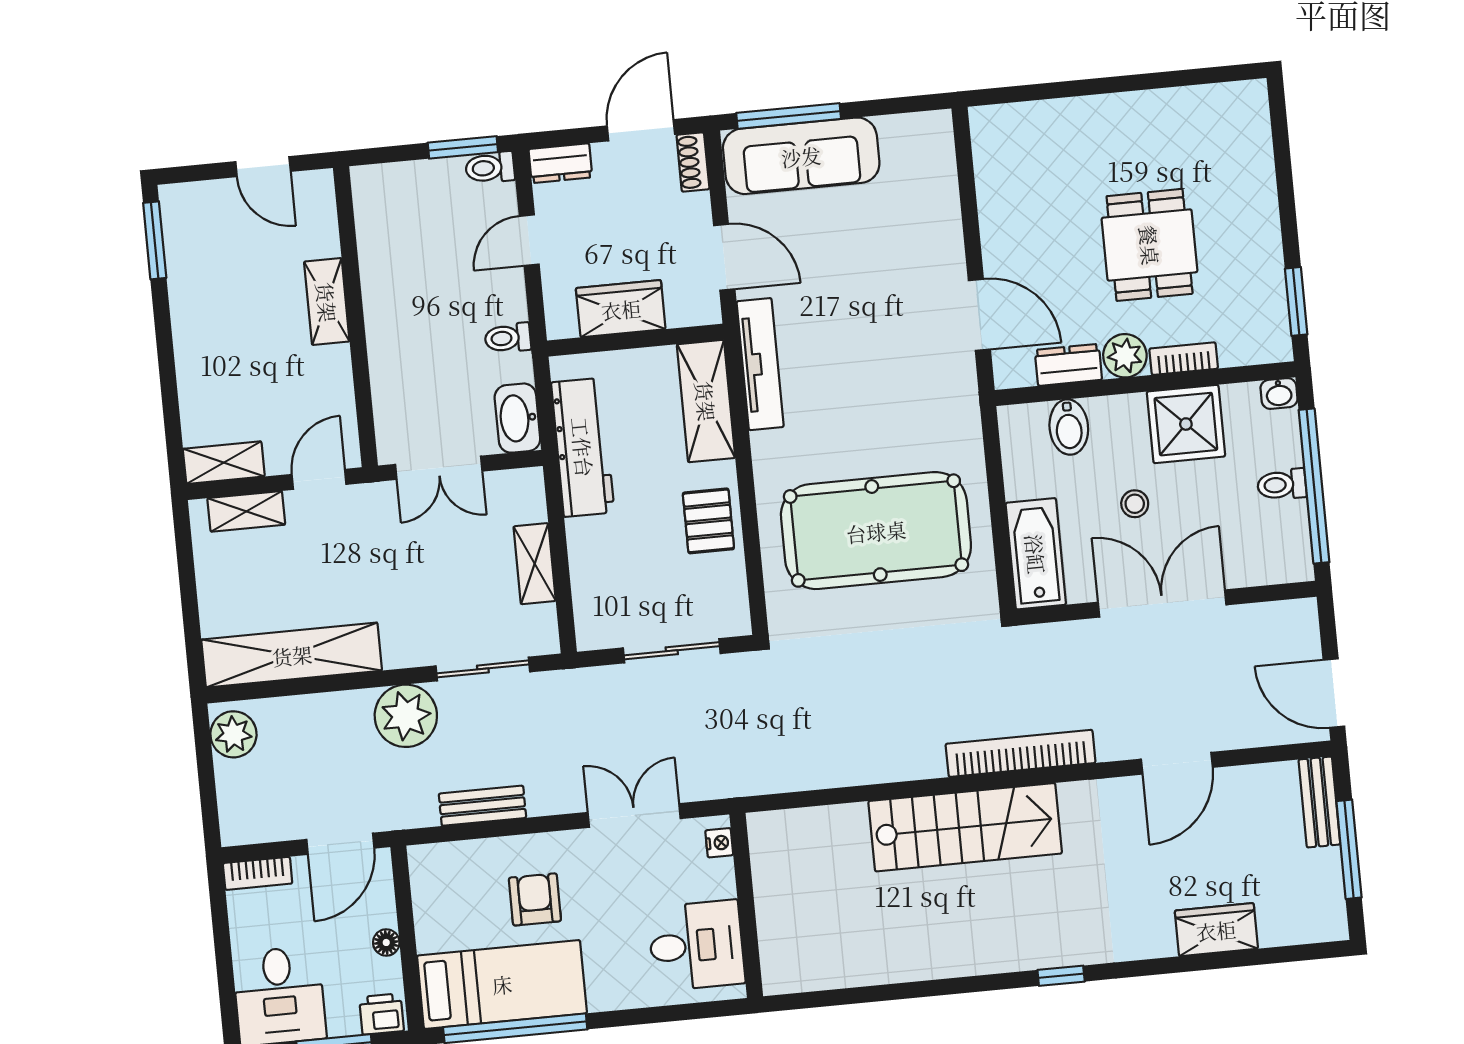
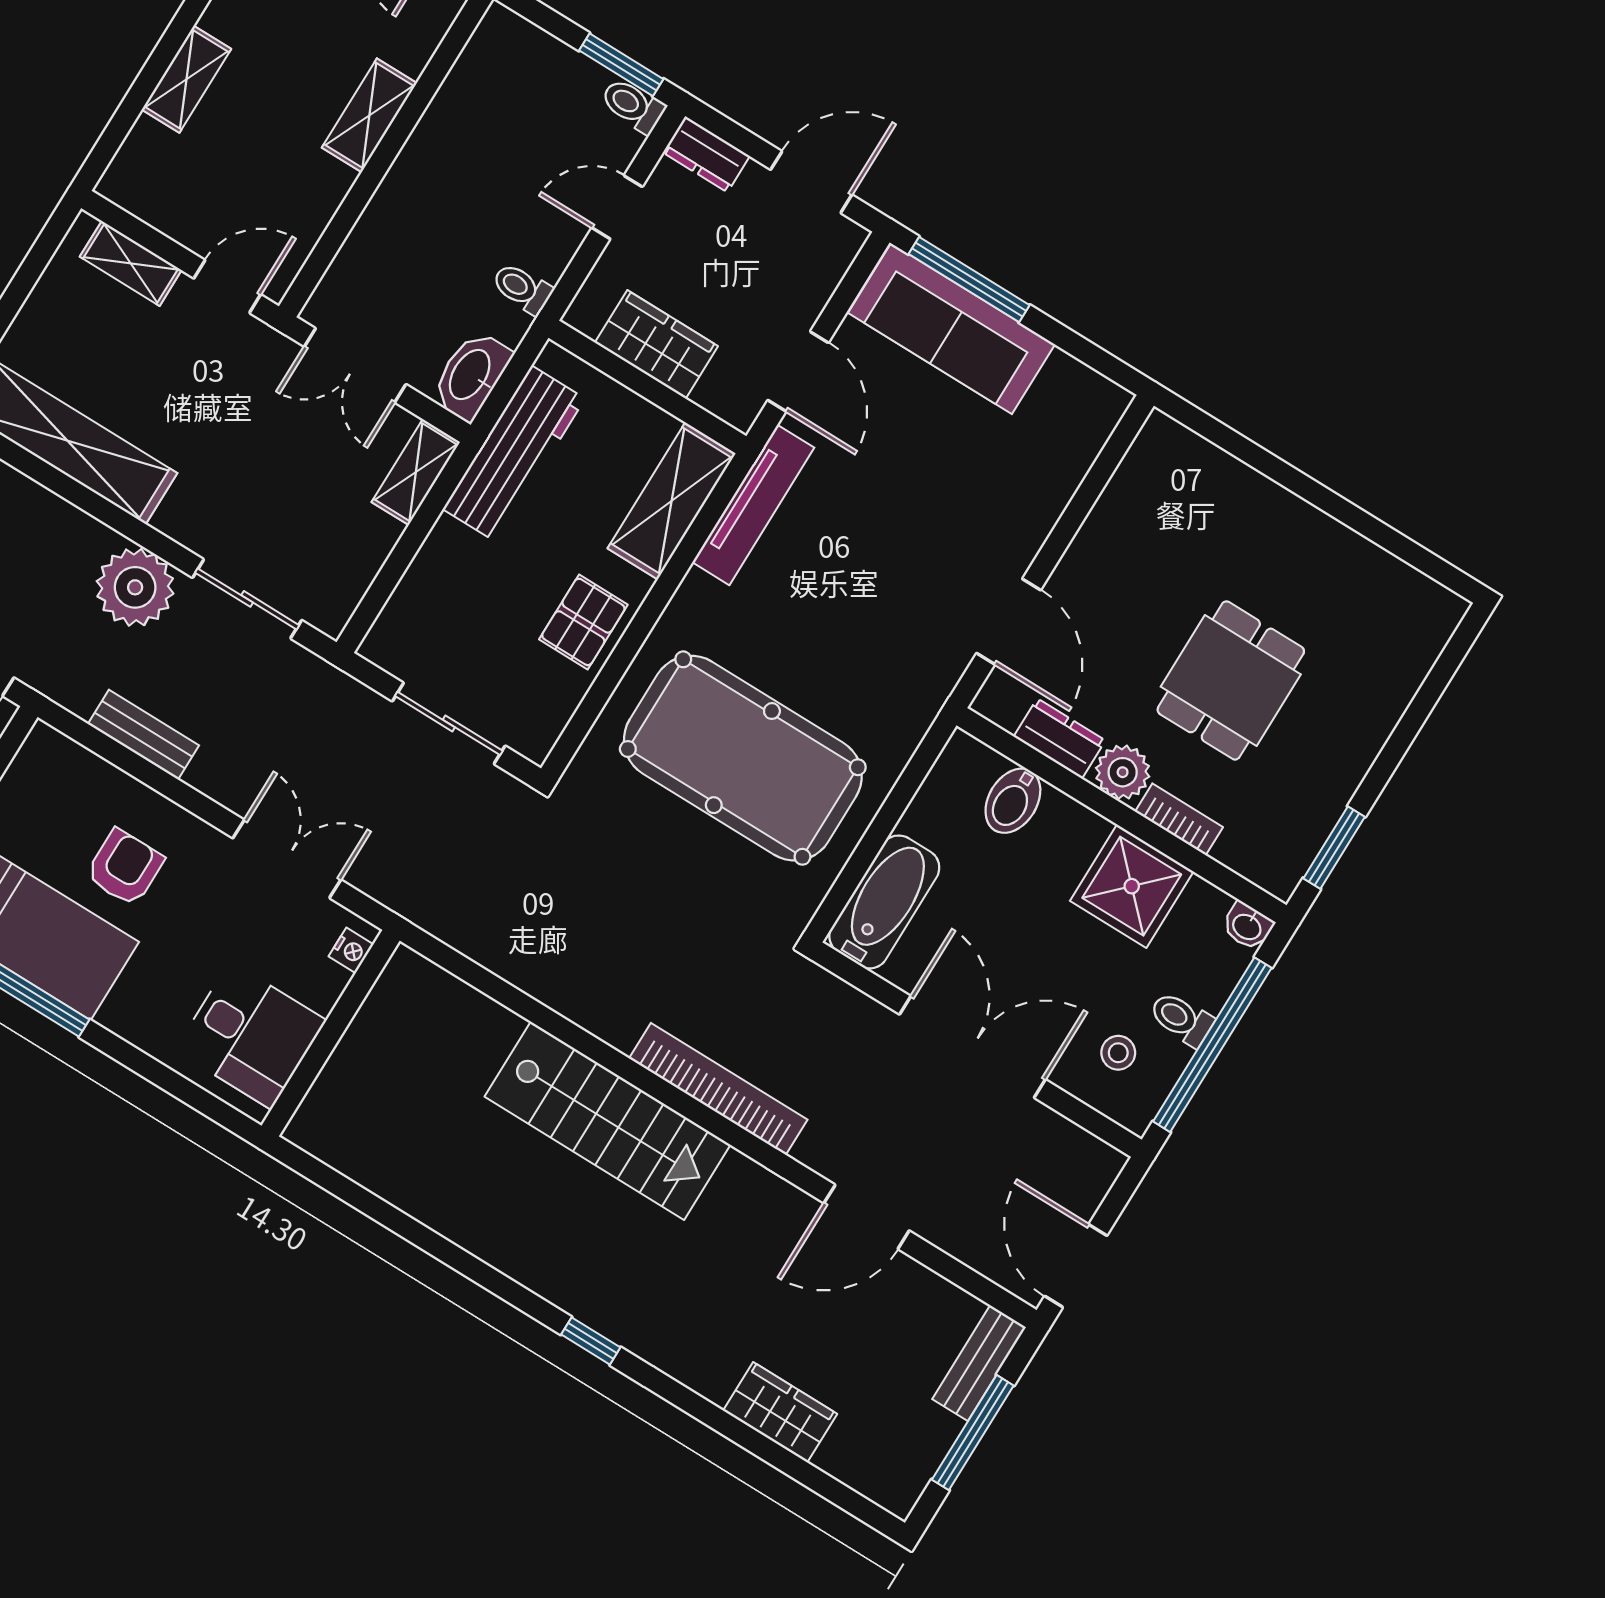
shoe rack: (693, 162) -> (839, 253), removed
shelving: (224, 463) -> (187, 79), moved, turned 90
stool: (1135, 504) -> (1118, 1053), moved
shelving: (535, 564) -> (416, 472), moved

